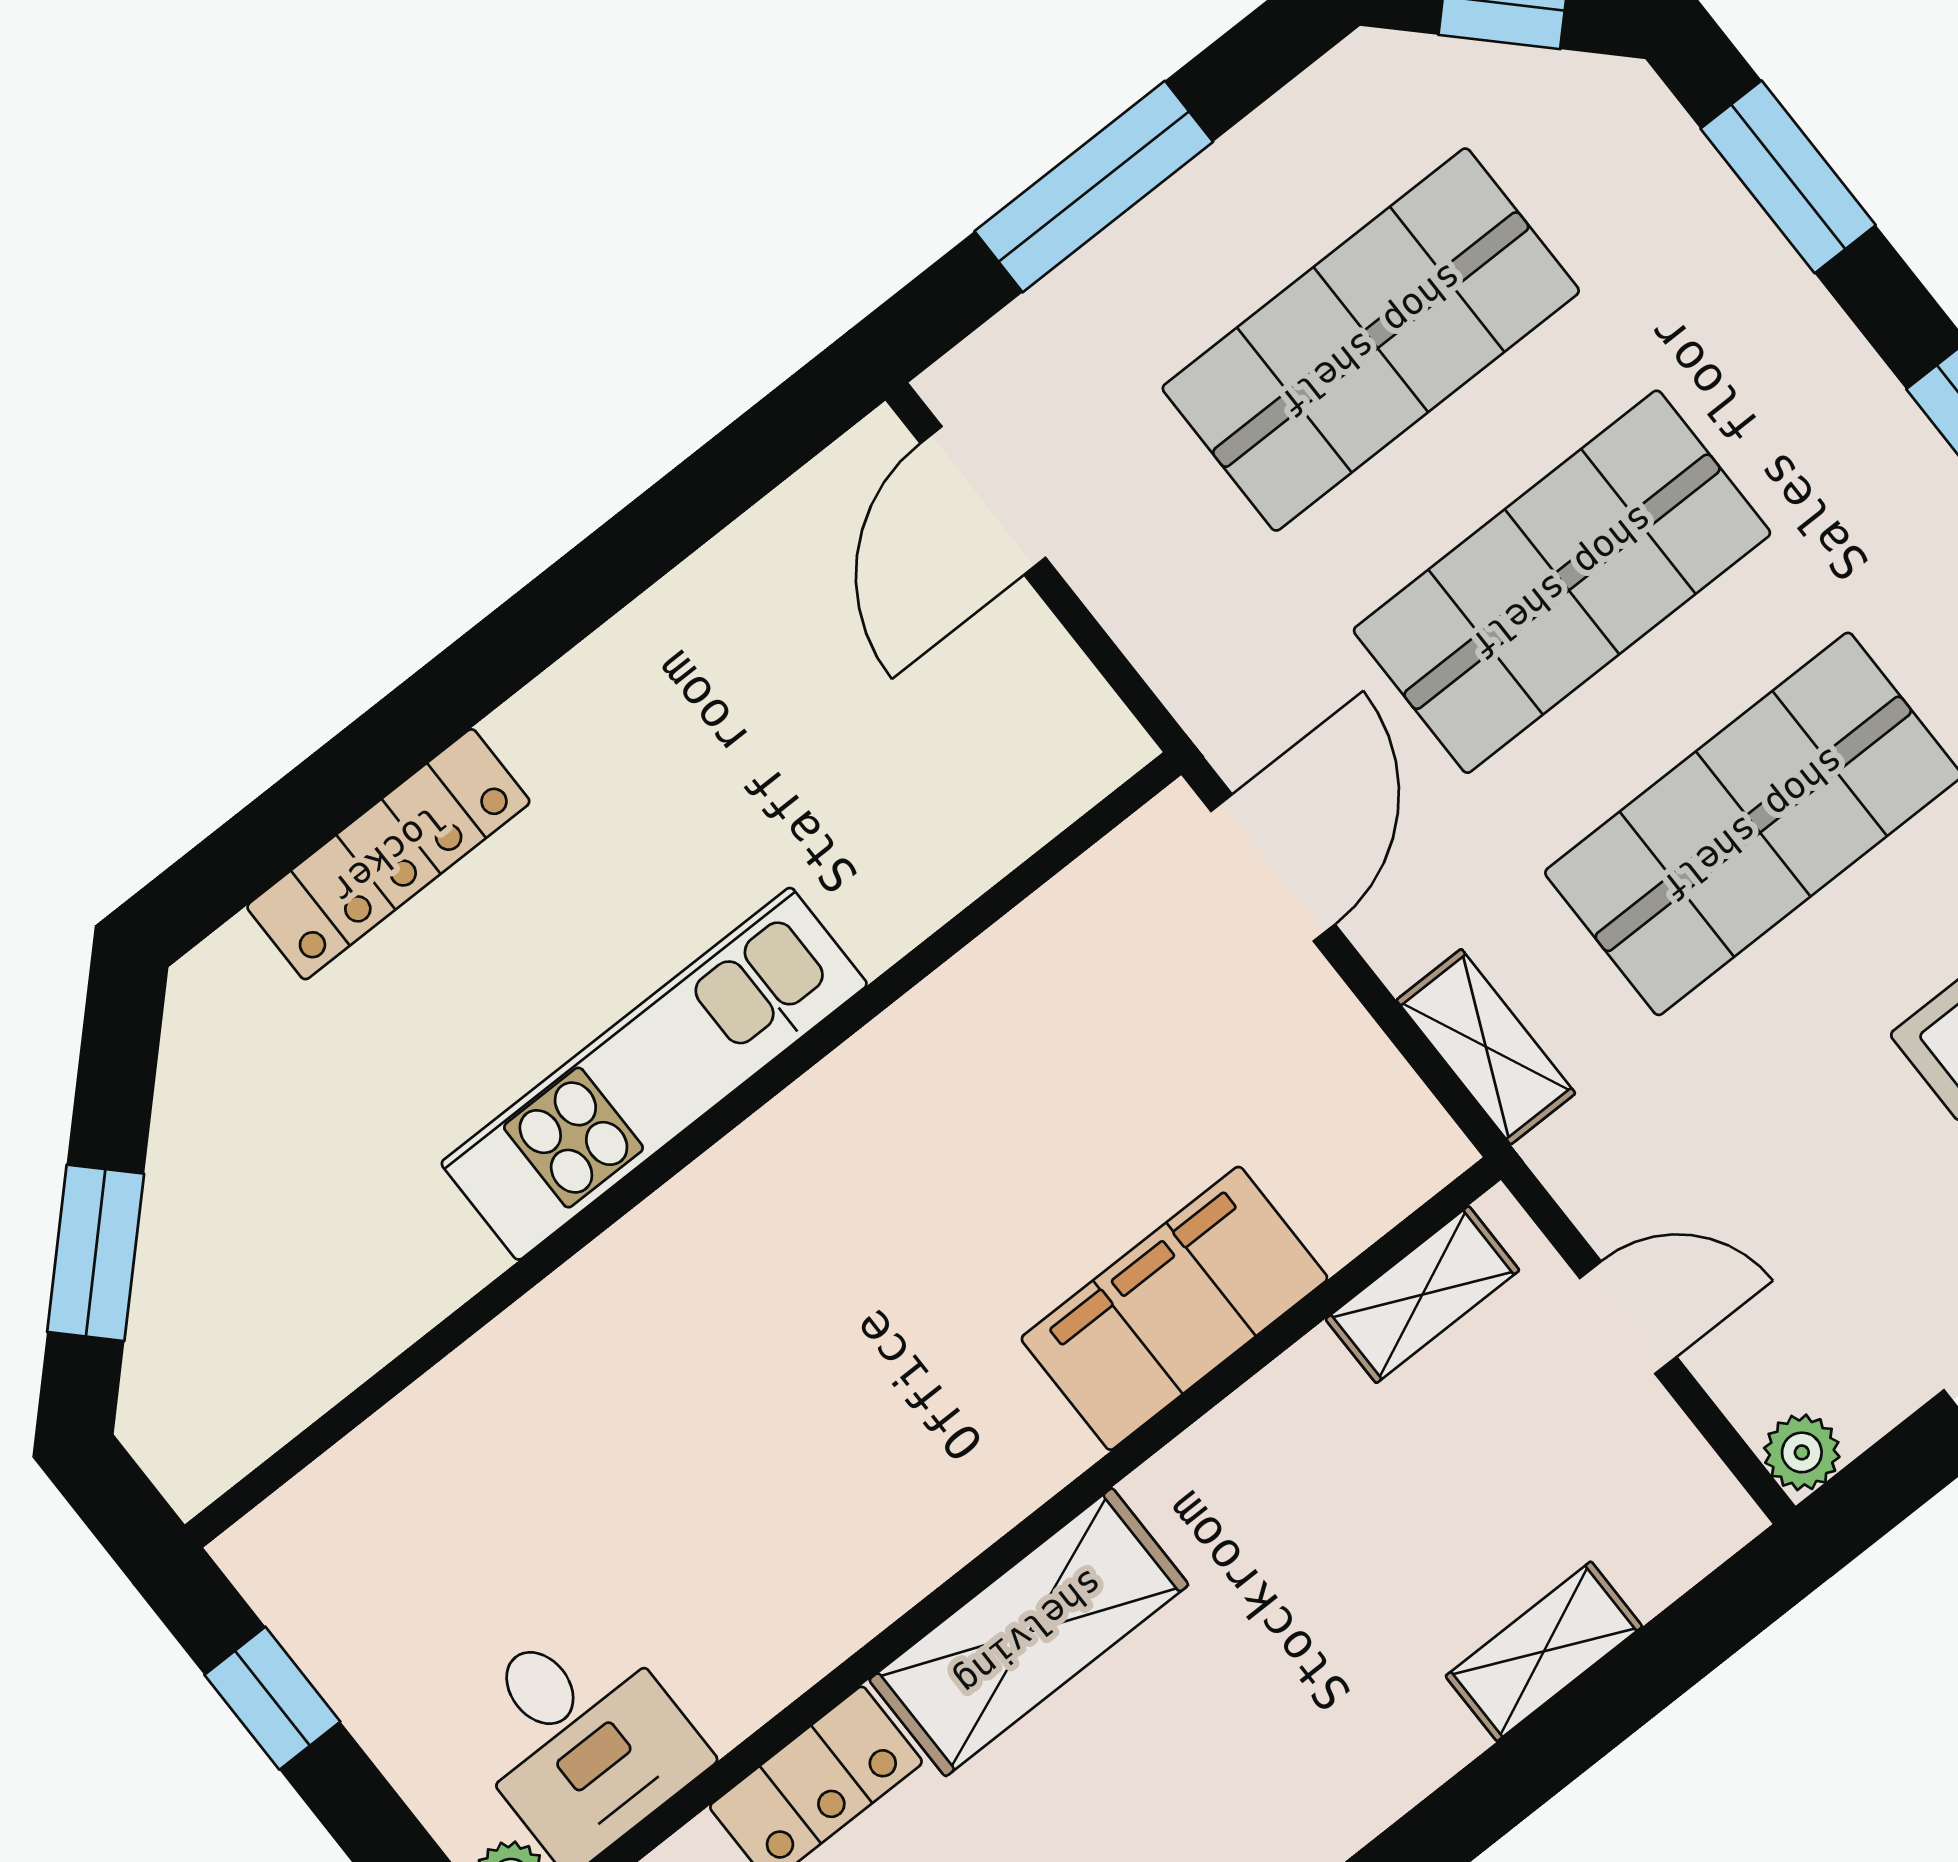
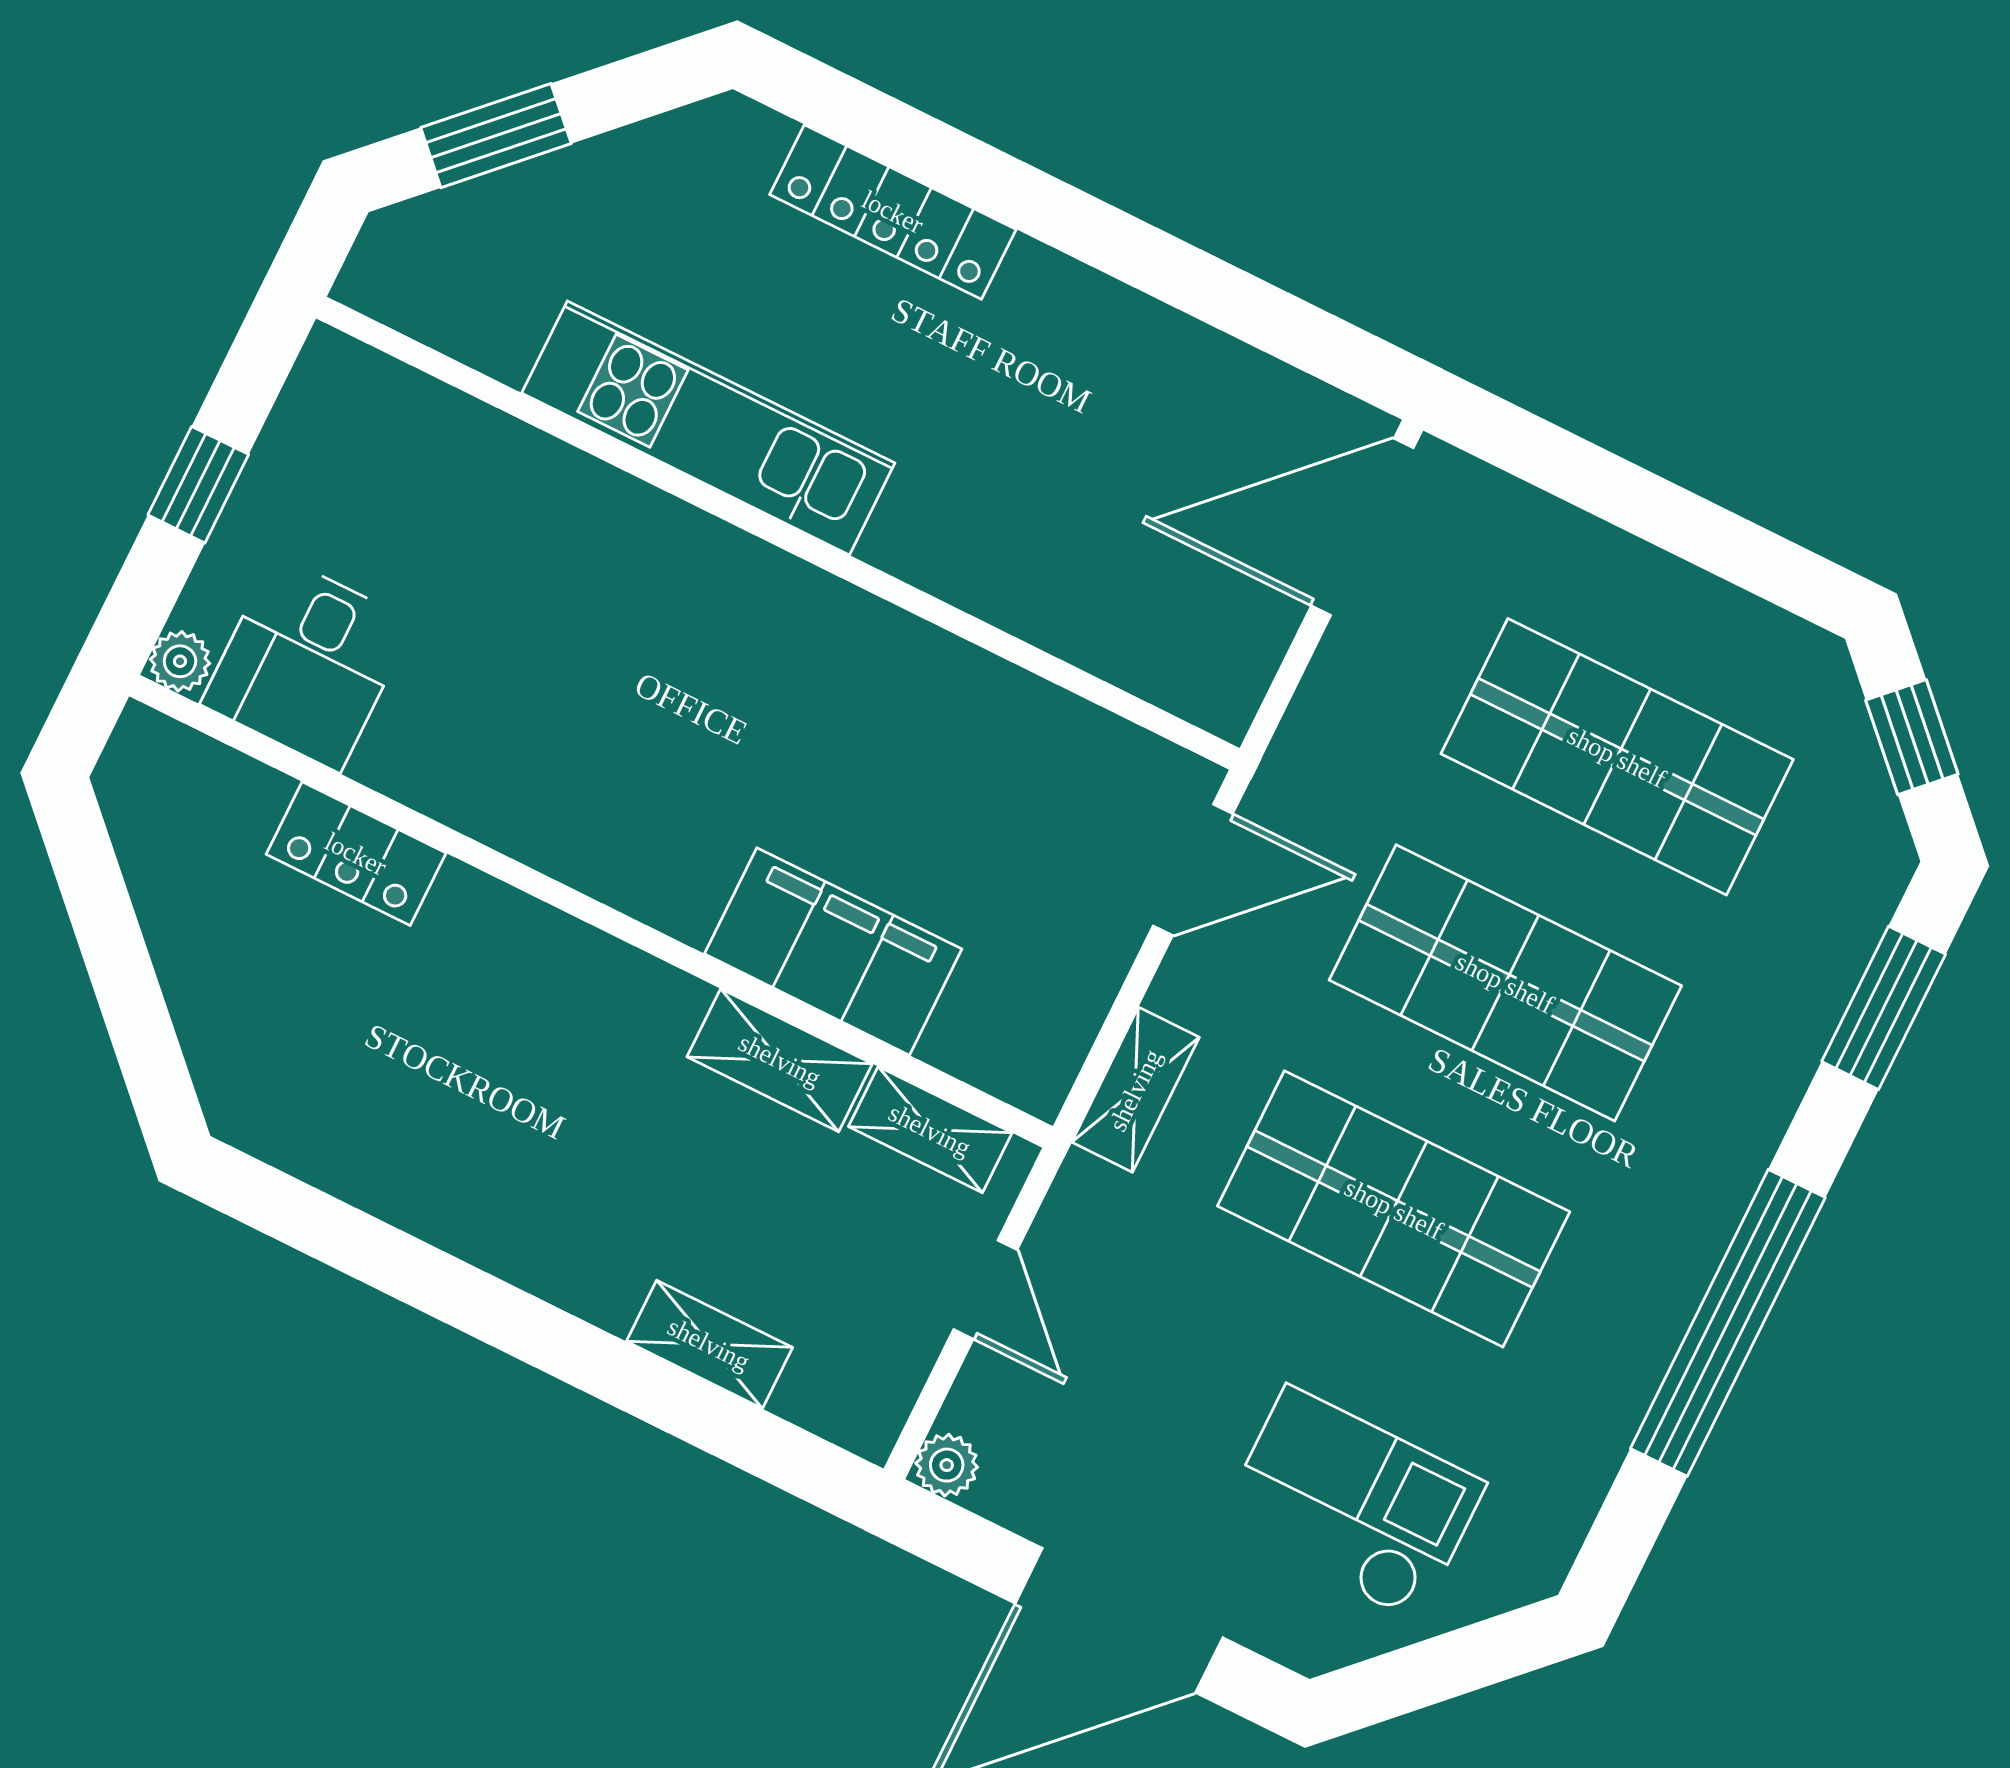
window: (1094, 187) -> (1633, 499), removed
door: (983, 500) -> (1362, 527), width x1.36
kitchen unit: (654, 1074) -> (708, 428), moved
shelving: (1029, 1632) -> (780, 1060), moved, width x0.67, depth x0.75
window: (272, 1698) -> (198, 485), moved

